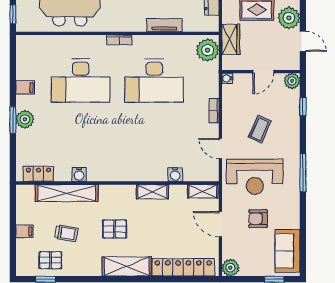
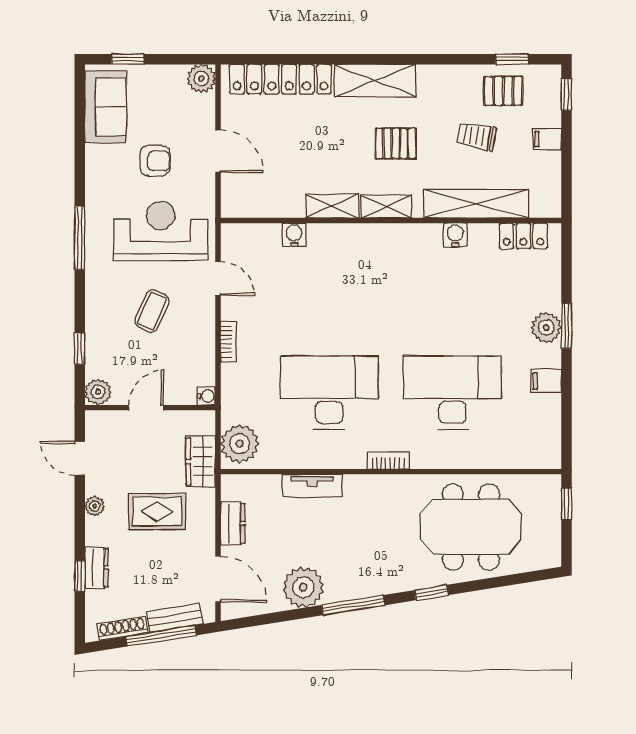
plant: (289, 18) -> (95, 506), width x0.53, depth x0.53
shelving: (203, 191) -> (386, 207), moved
window: (13, 258) -> (566, 95), added

